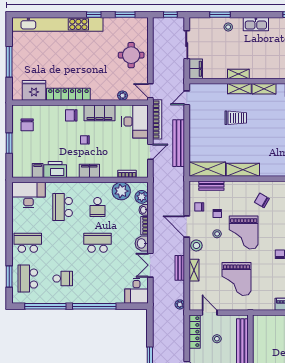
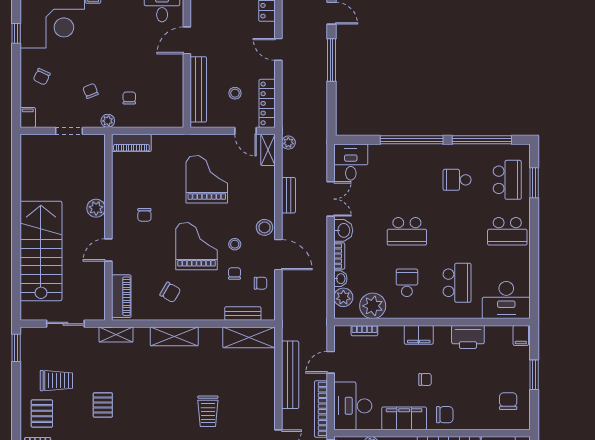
trolley: (236, 118) -> (208, 411), turned -90
filing cabinet: (38, 170) -> (521, 335), moved
shelving: (243, 170) -> (174, 336), moved
shelving: (194, 270) -> (268, 150), moved

